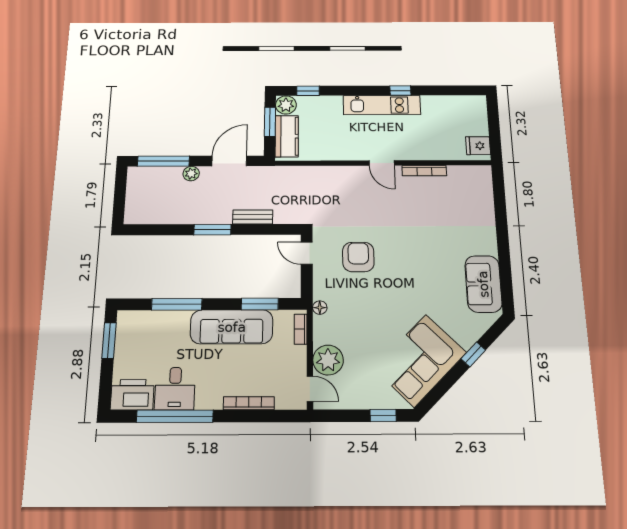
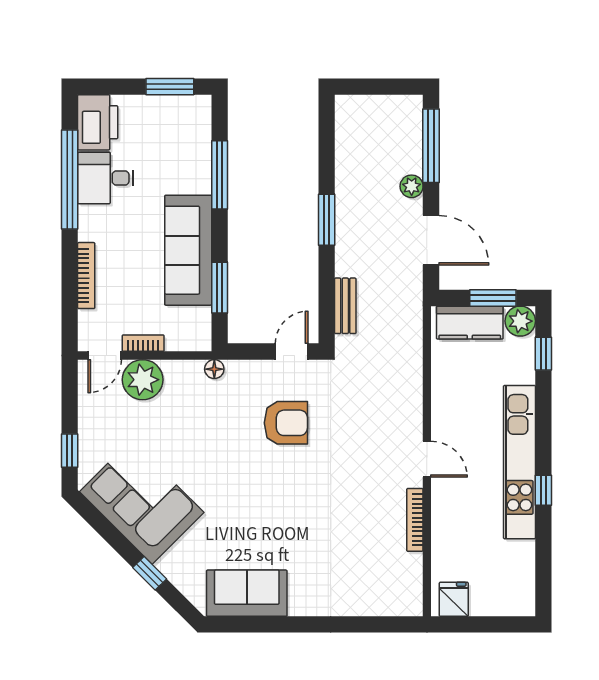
kitchen unit: (382, 105) -> (519, 462), width x1.36
door: (382, 163) -> (427, 459), swing flipped
bench: (253, 217) -> (345, 306), moved
bookcase: (301, 329) -> (143, 343), moved

